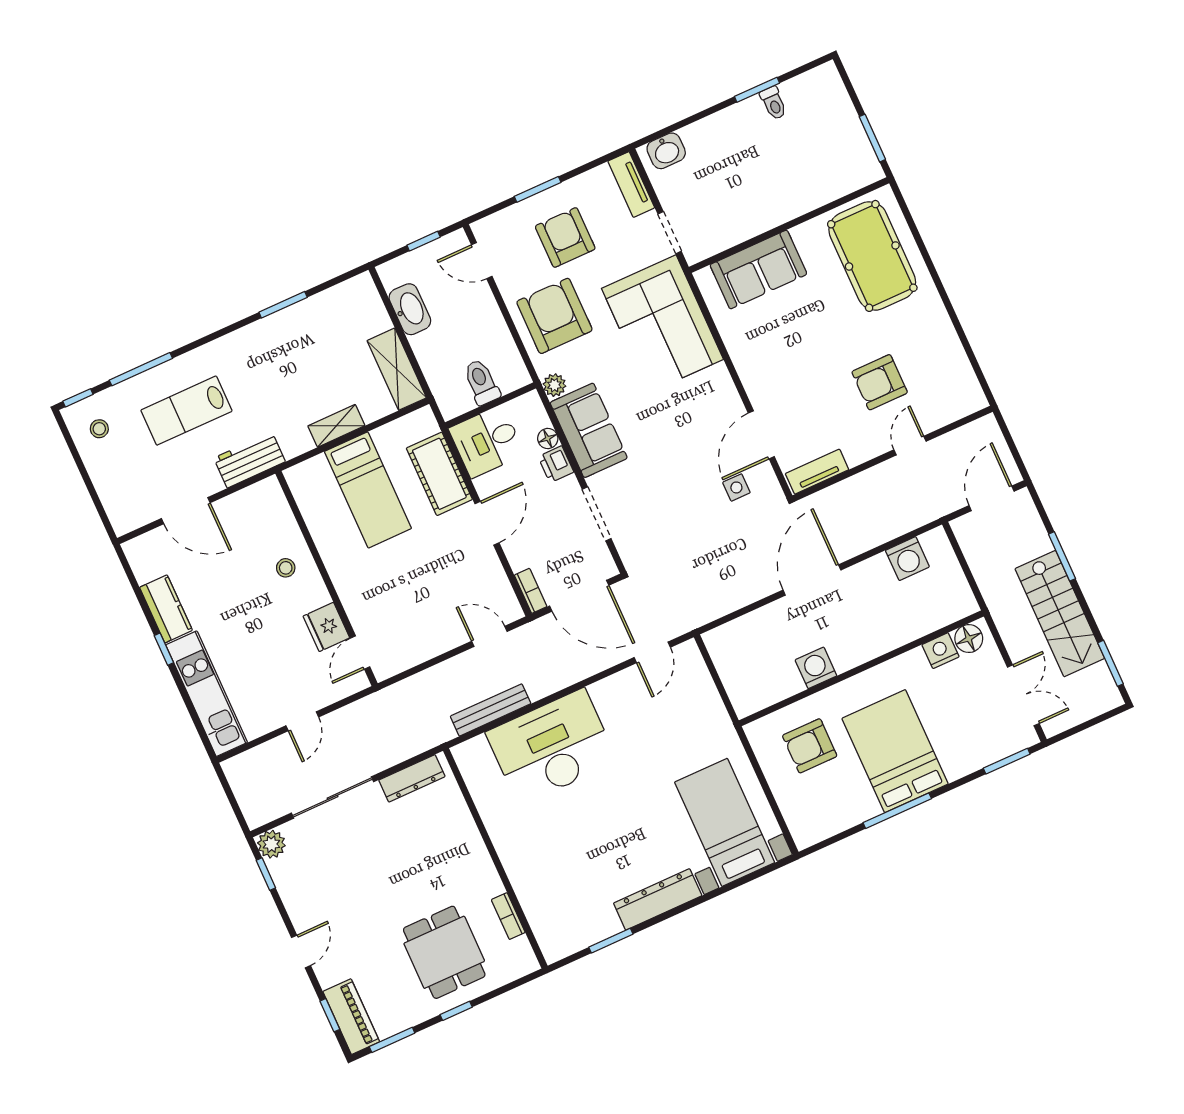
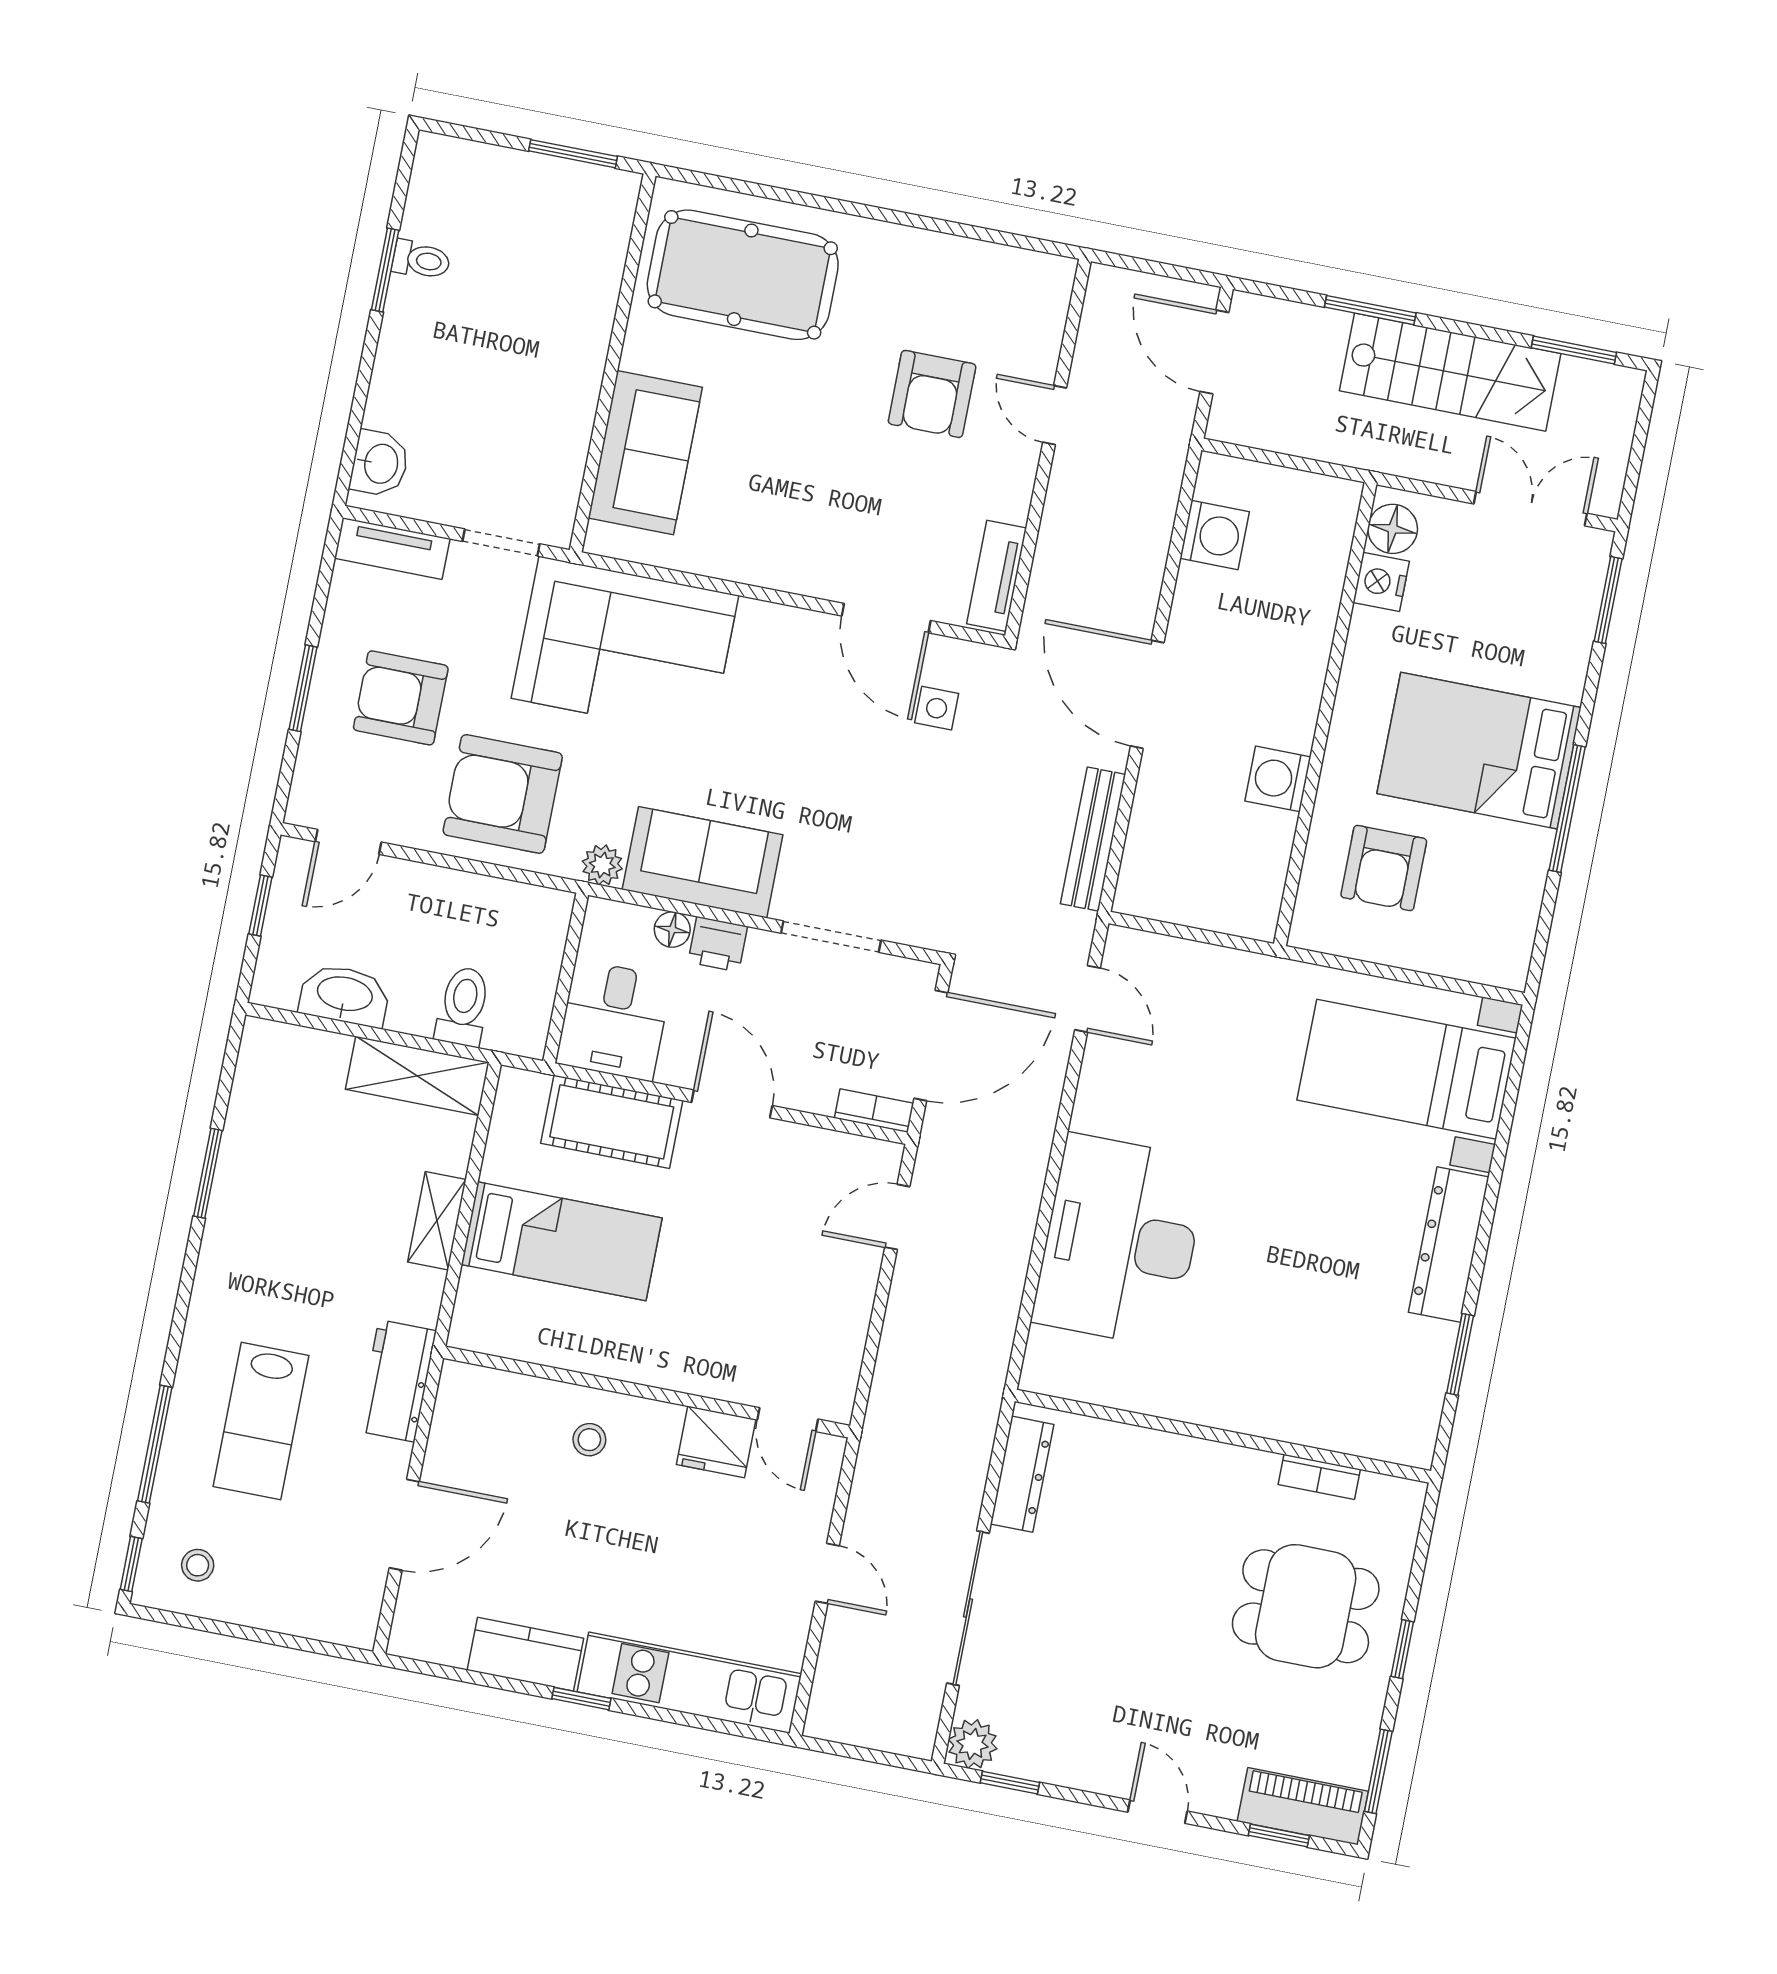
toilet: (481, 382) -> (463, 1006), moved, turned 90
bench: (491, 710) -> (1093, 839), moved

